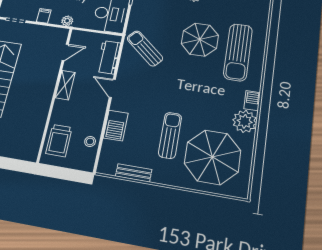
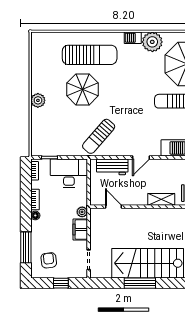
filing cabinet: (44, 16) -> (80, 229), width x2.00
shelving: (65, 85) -> (161, 199), moved

